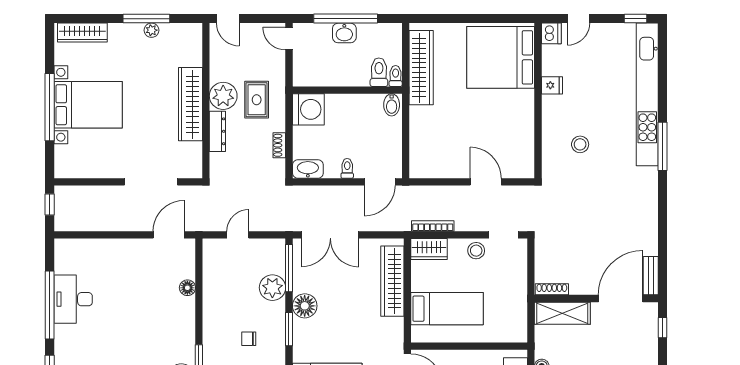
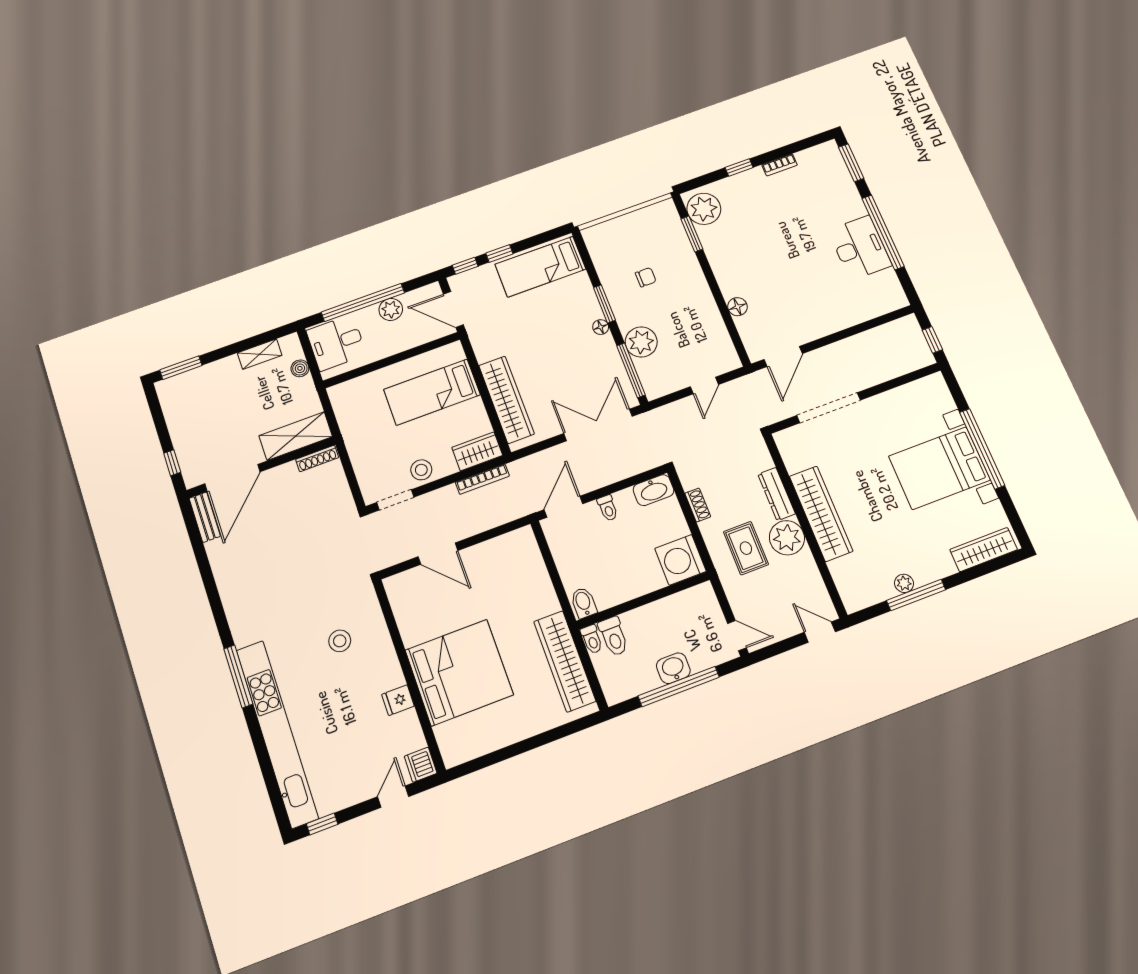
bed: (501, 57) -> (459, 672), moved
floor lamp: (305, 306) -> (601, 327), width x0.53, depth x0.53

